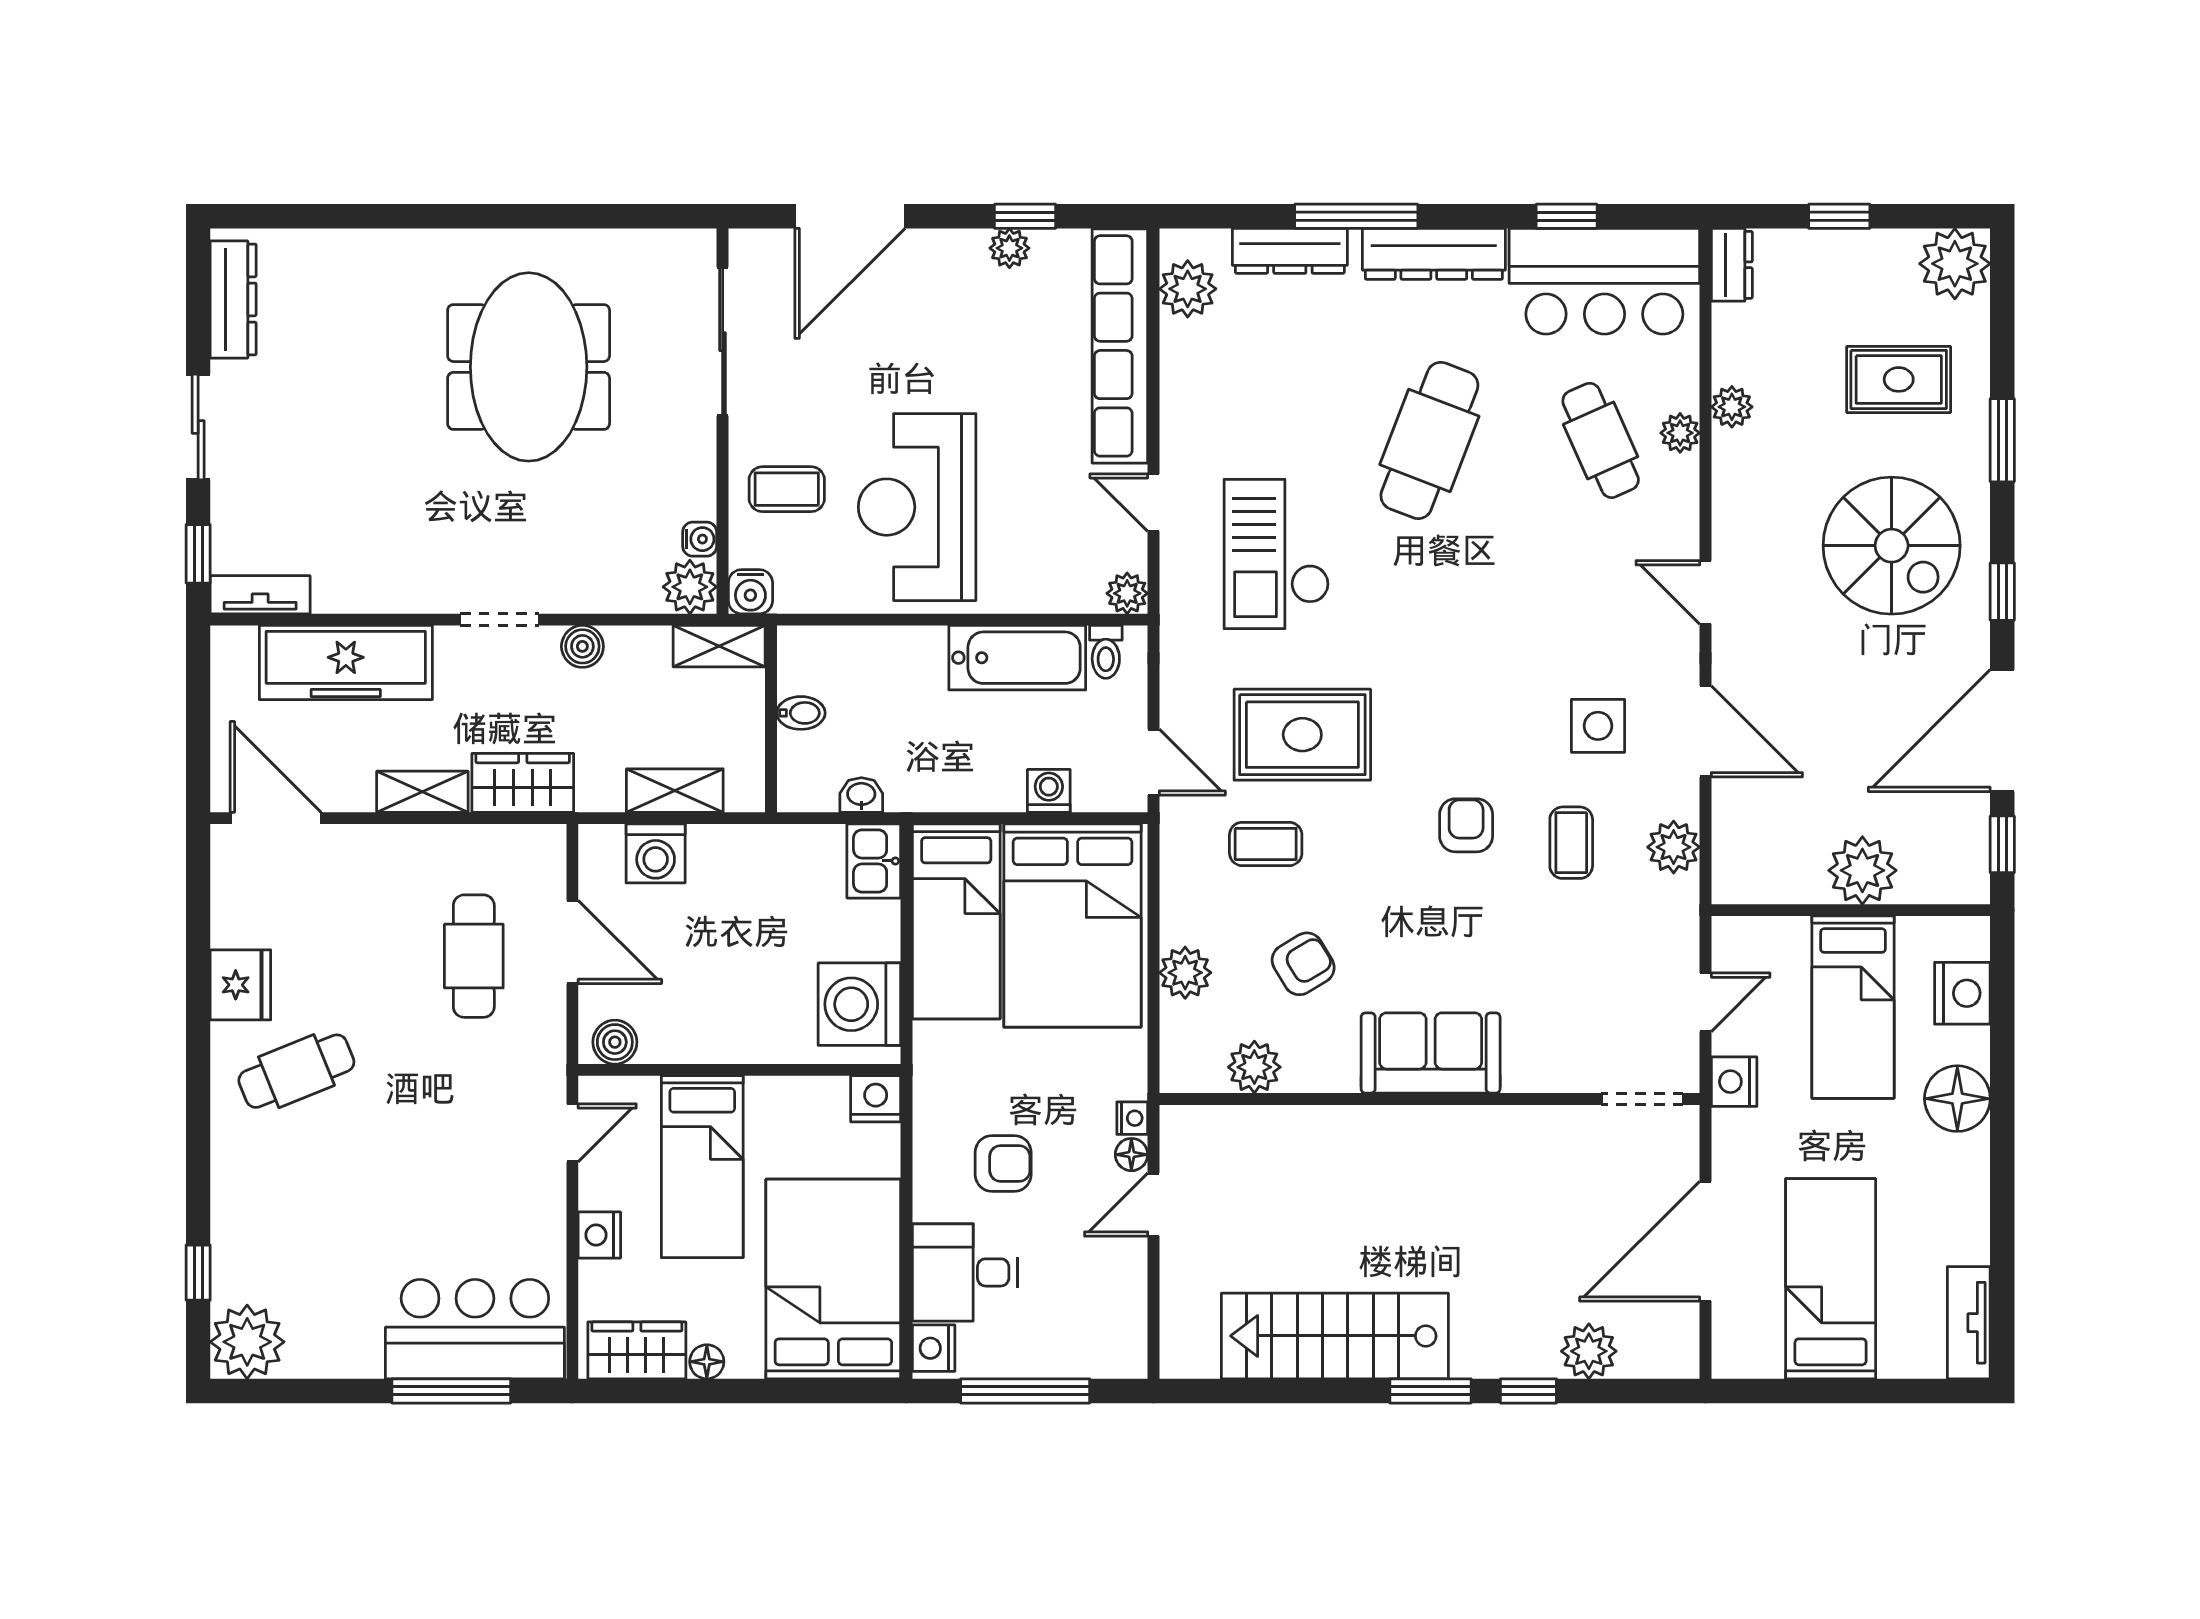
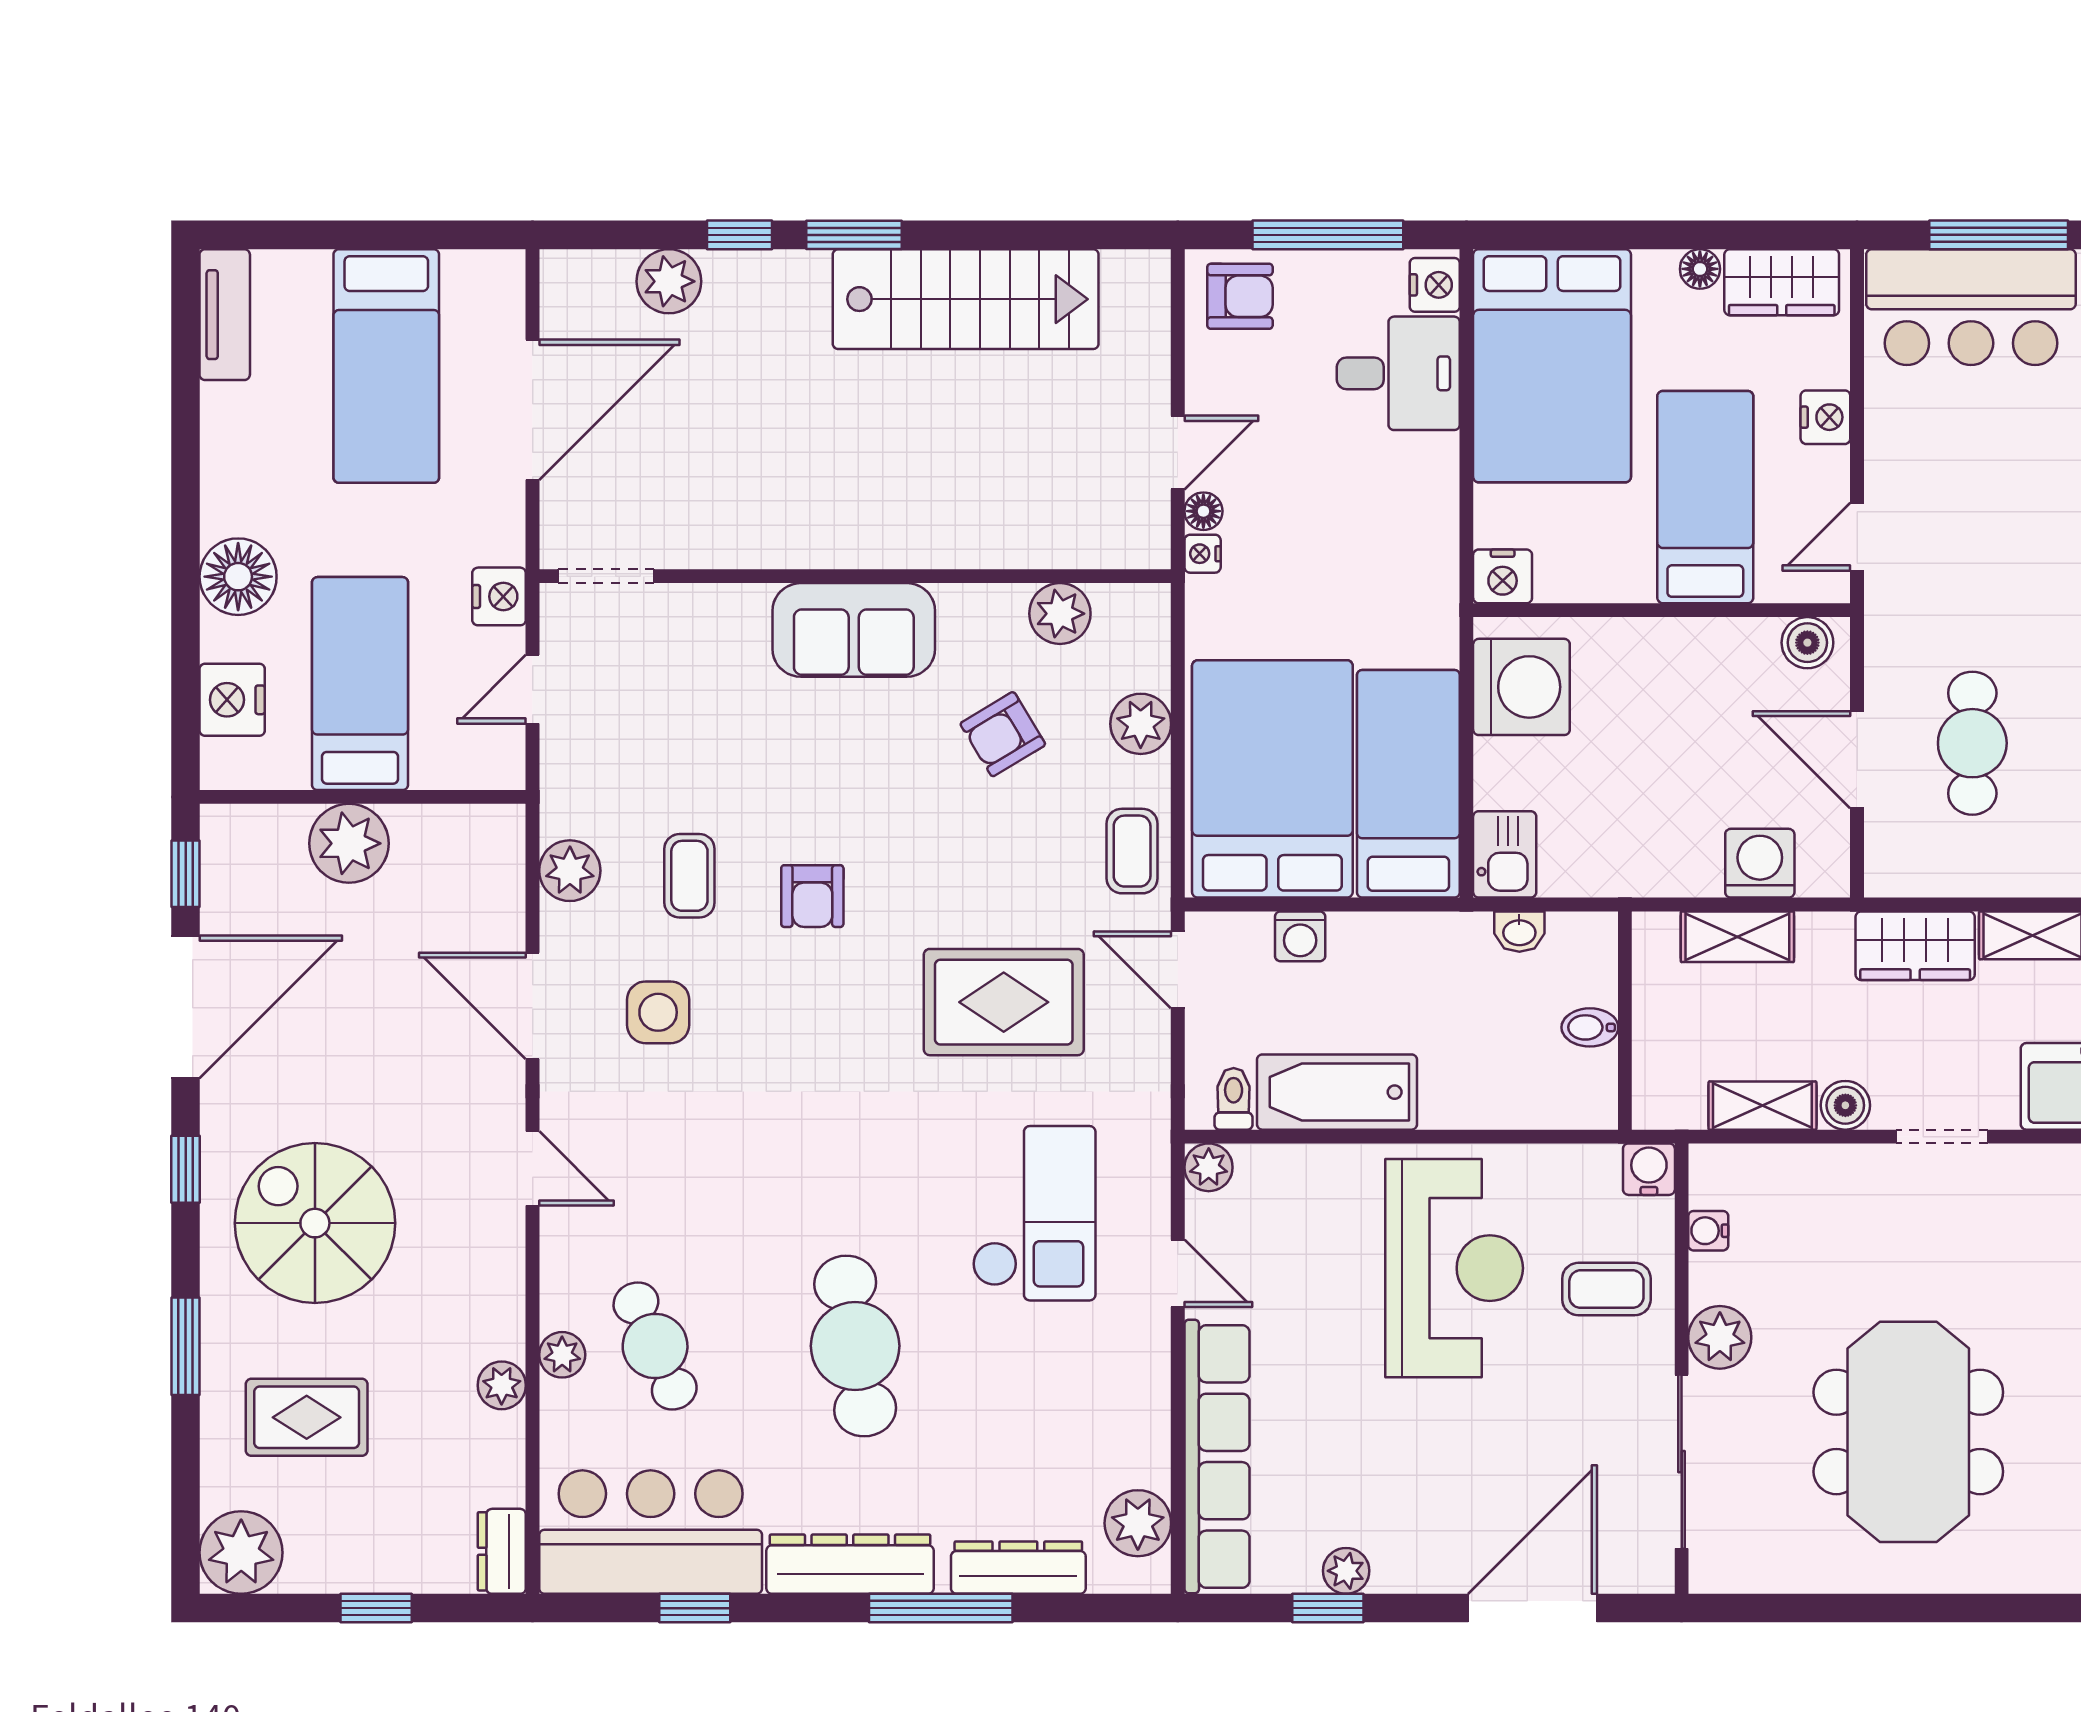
cafe table: (1429, 440) -> (855, 1346), turned -30
plant: (690, 587) -> (1720, 1337), moved
shelving: (719, 646) -> (1762, 1106), moved
coffee table: (1266, 844) -> (1132, 851), moved, turned 90
armchair: (1003, 1163) -> (1240, 296), moved, turned 180

